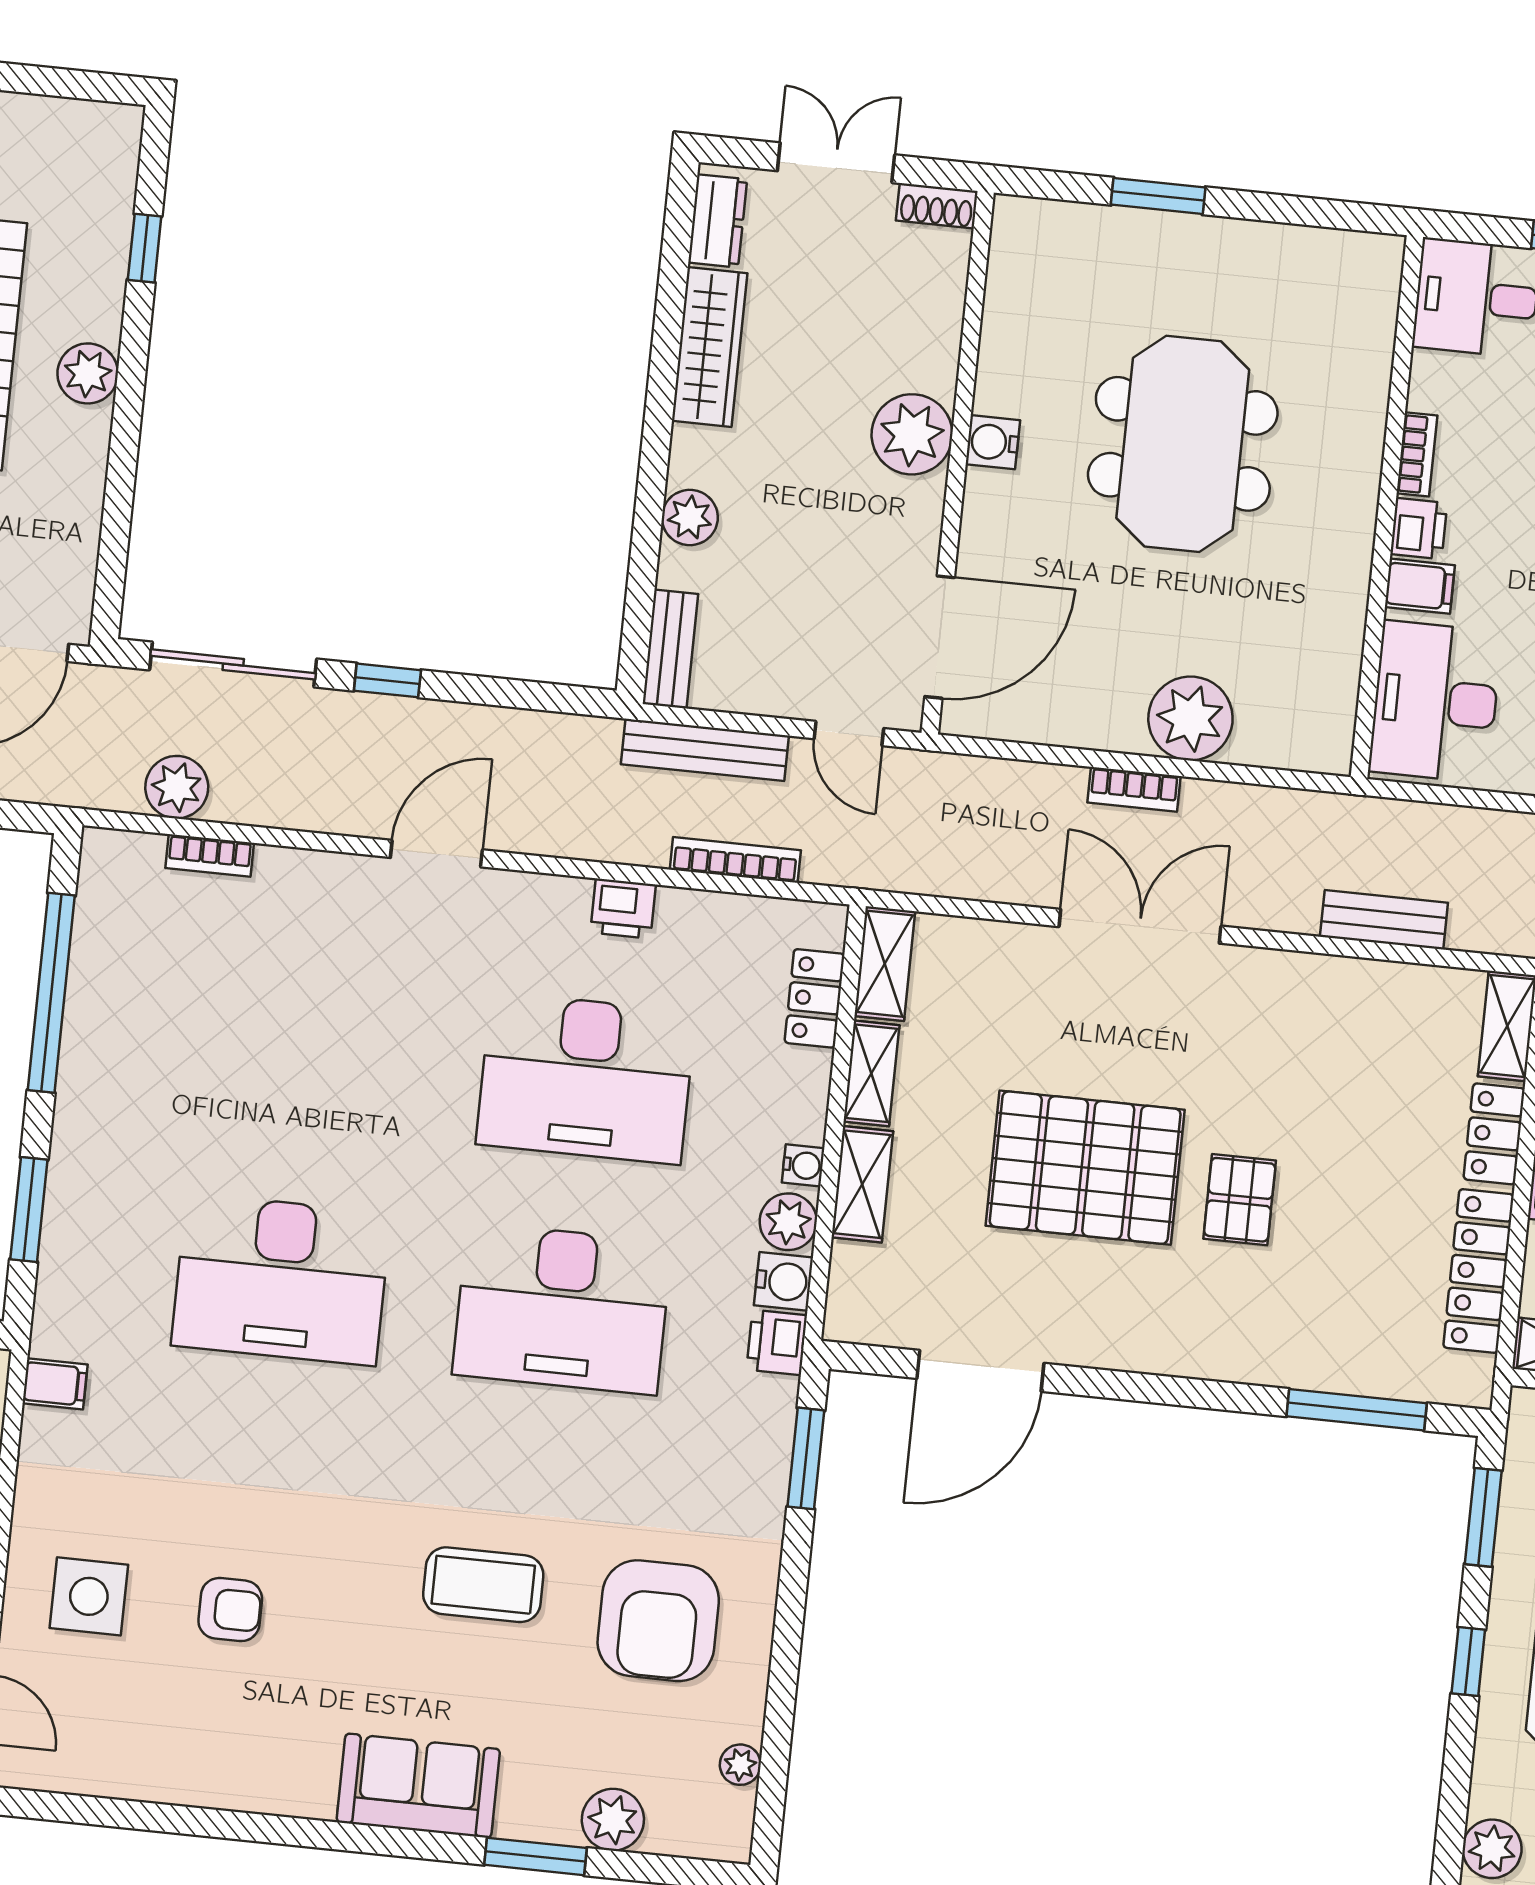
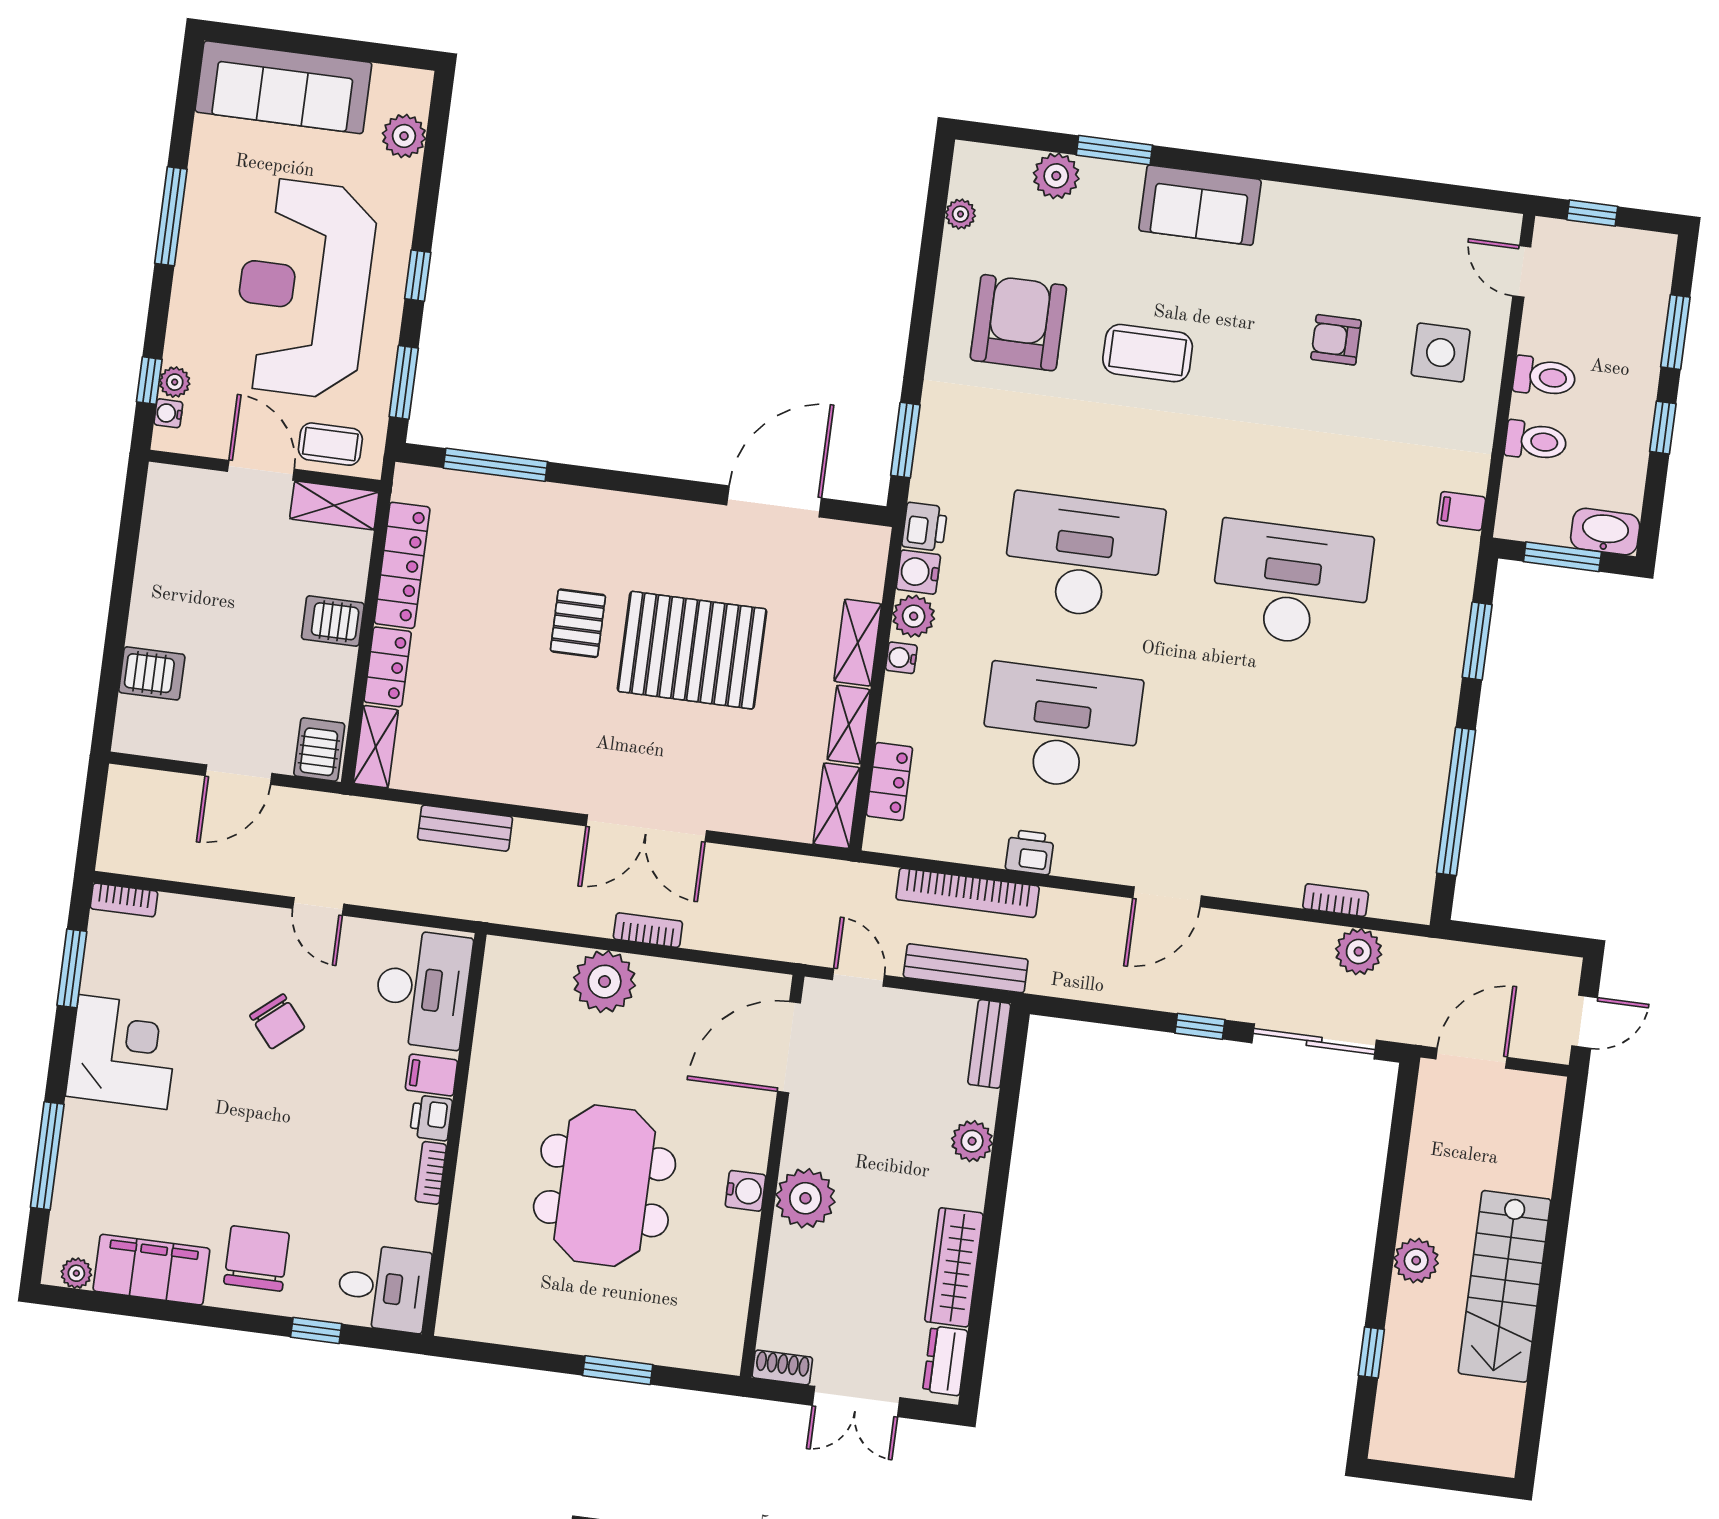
bookcase: (735, 860) -> (968, 893), width x1.48, depth x1.31

